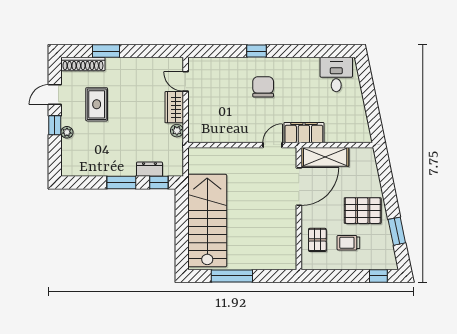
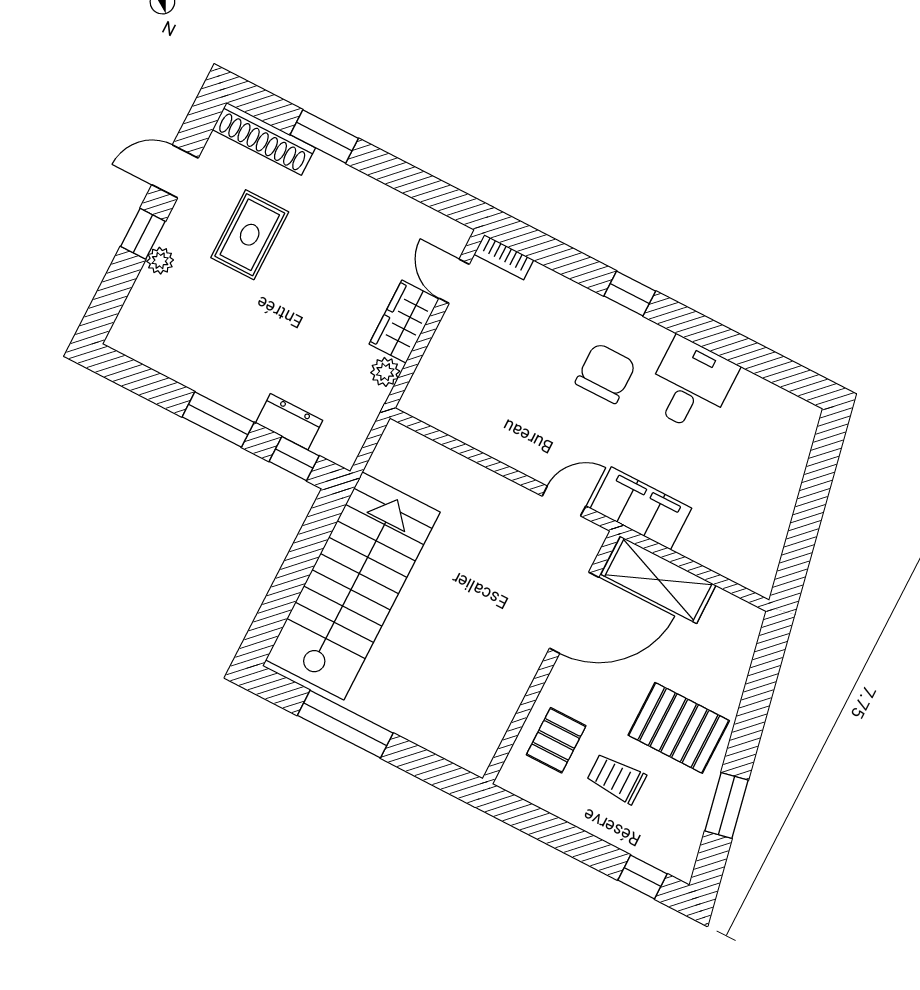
bookcase: (200, 62) -> (504, 257), added
desk: (336, 75) -> (691, 385), moved

